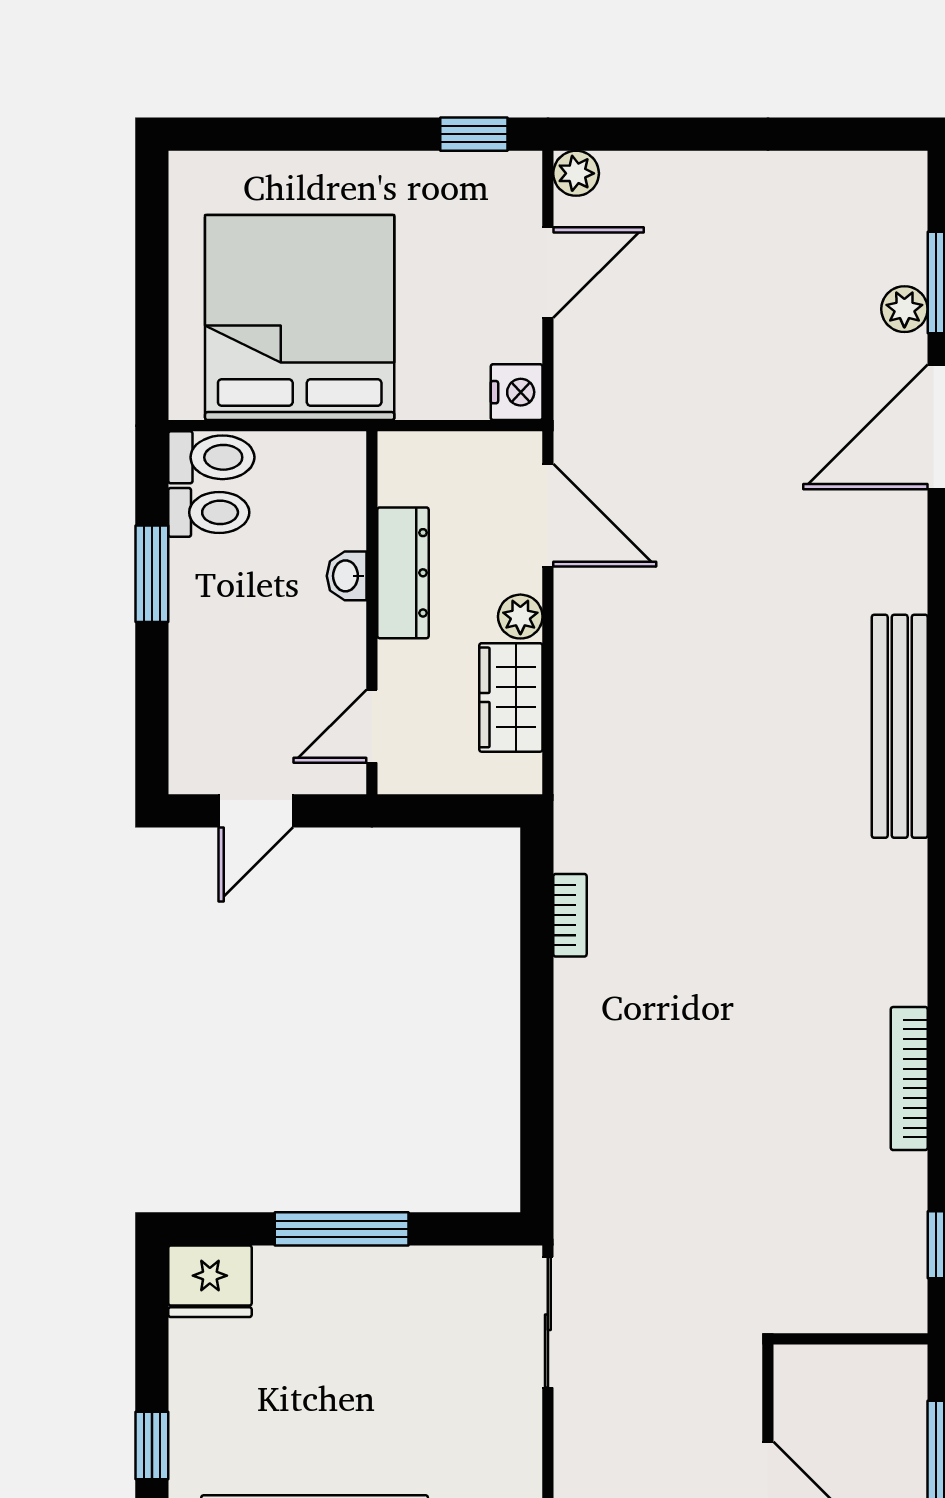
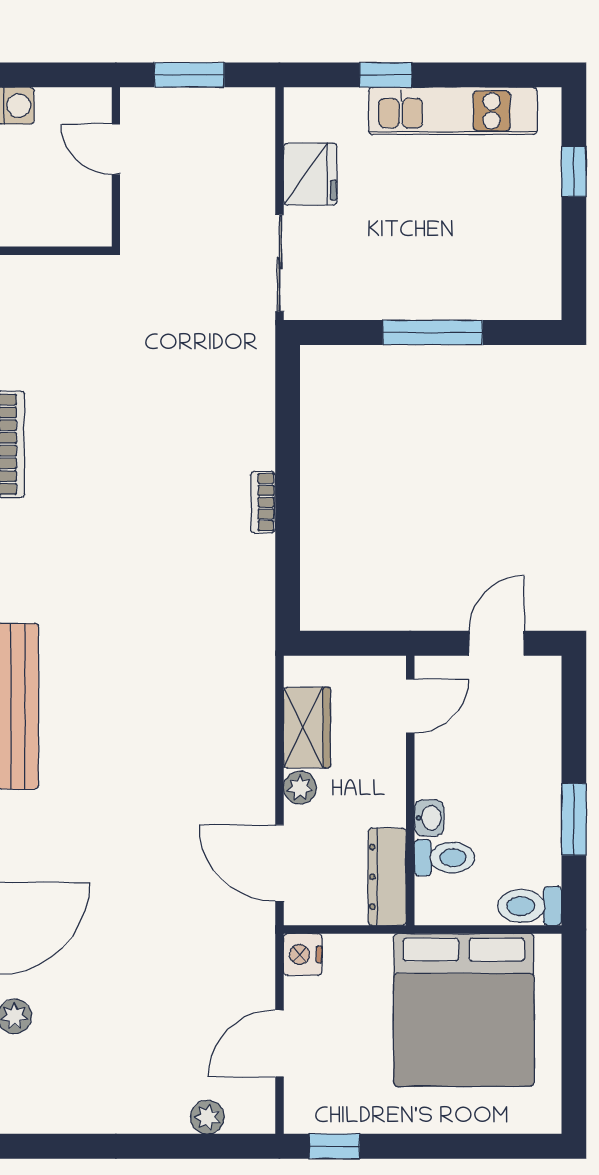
plant: (576, 173) -> (207, 1117), moved
toilet: (209, 512) -> (444, 858), moved, turned 180
dresser: (403, 573) -> (387, 877), moved
bookcase: (570, 915) -> (263, 502), moved
fridge: (210, 1281) -> (310, 174), moved, turned 90

